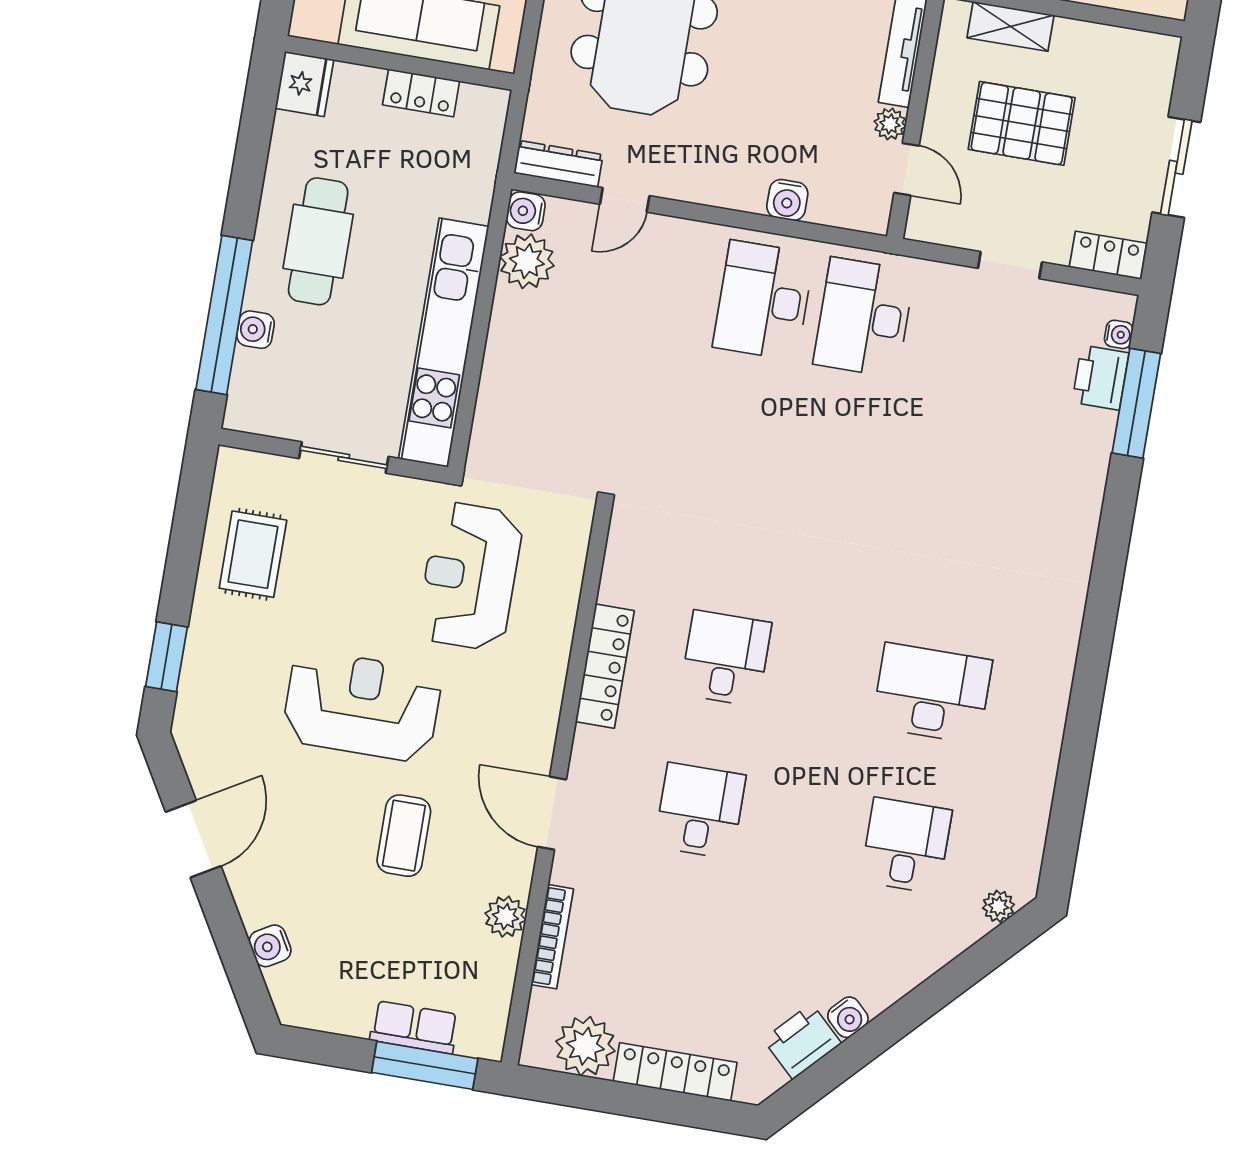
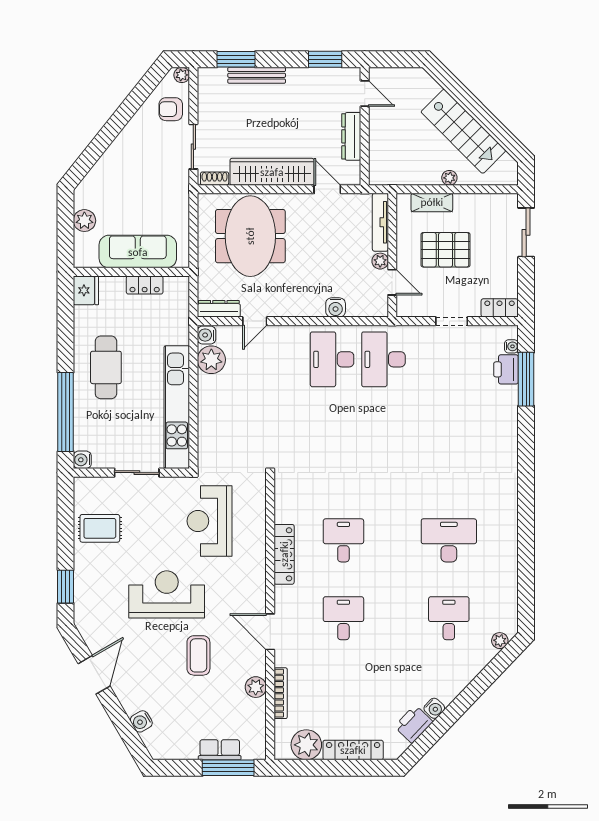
sliding door: (1176, 167) -> (526, 232), moved
water cooler: (256, 330) -> (82, 460), moved
rug: (253, 554) -> (100, 528), turned 90

